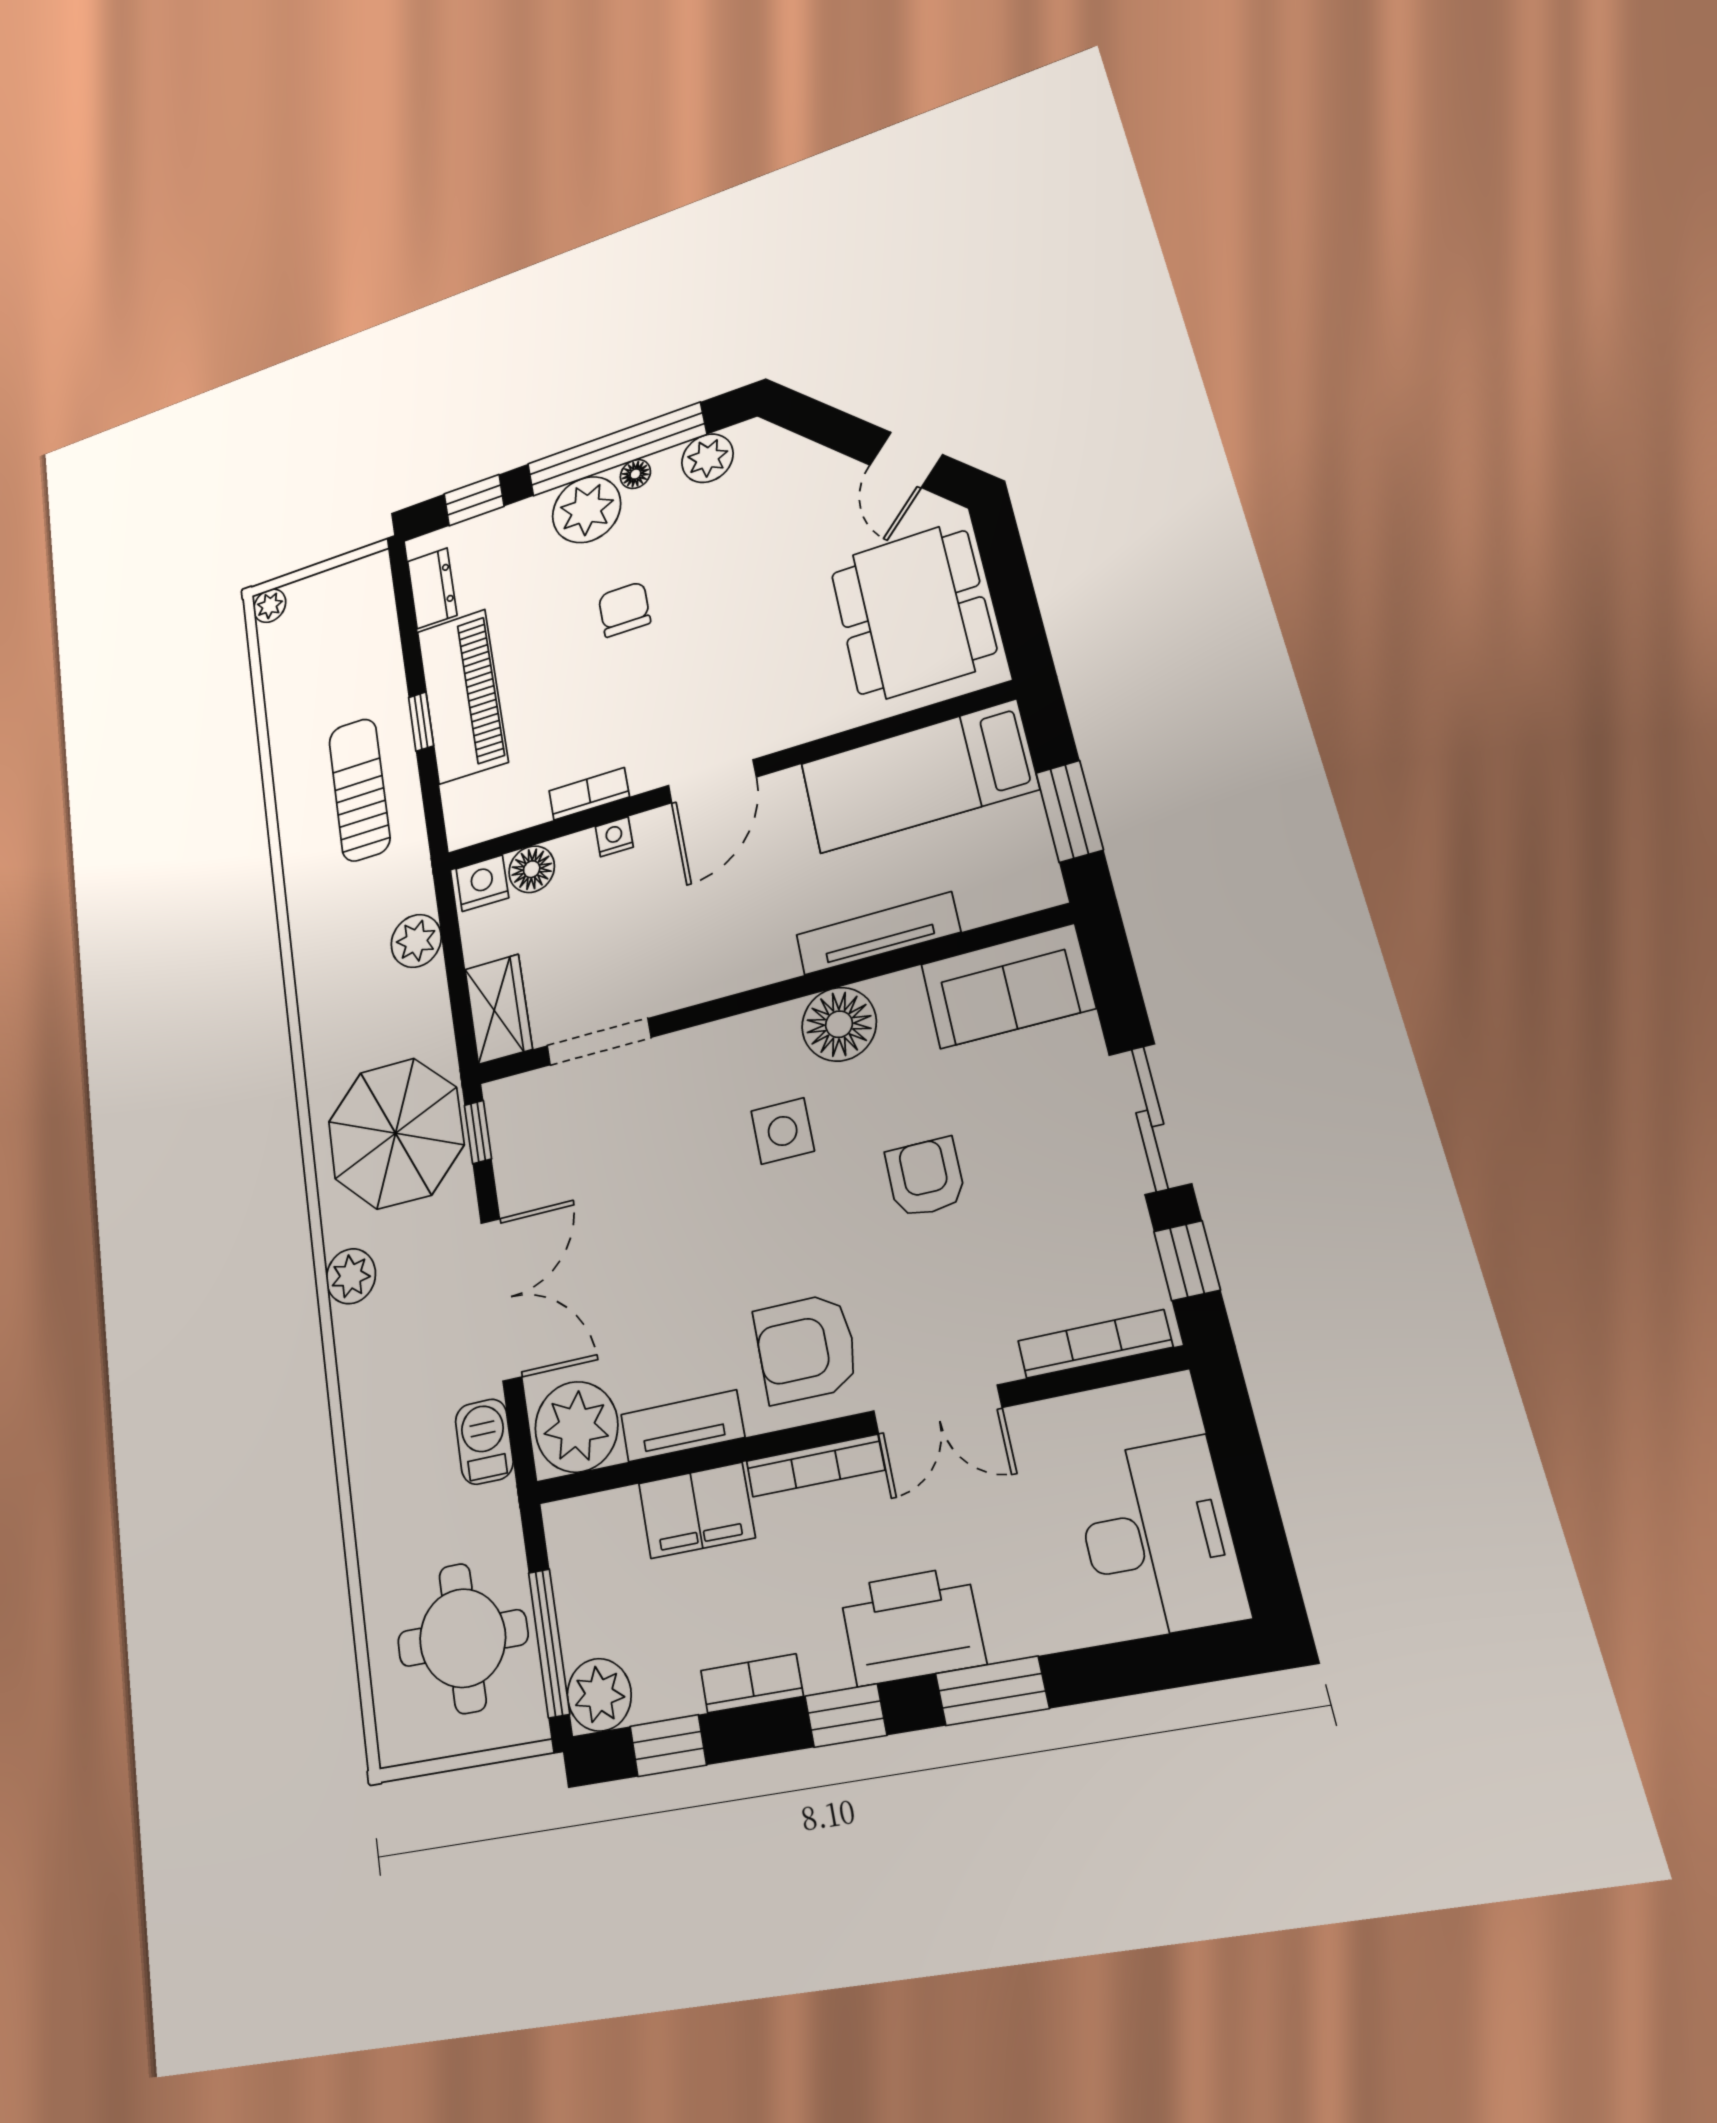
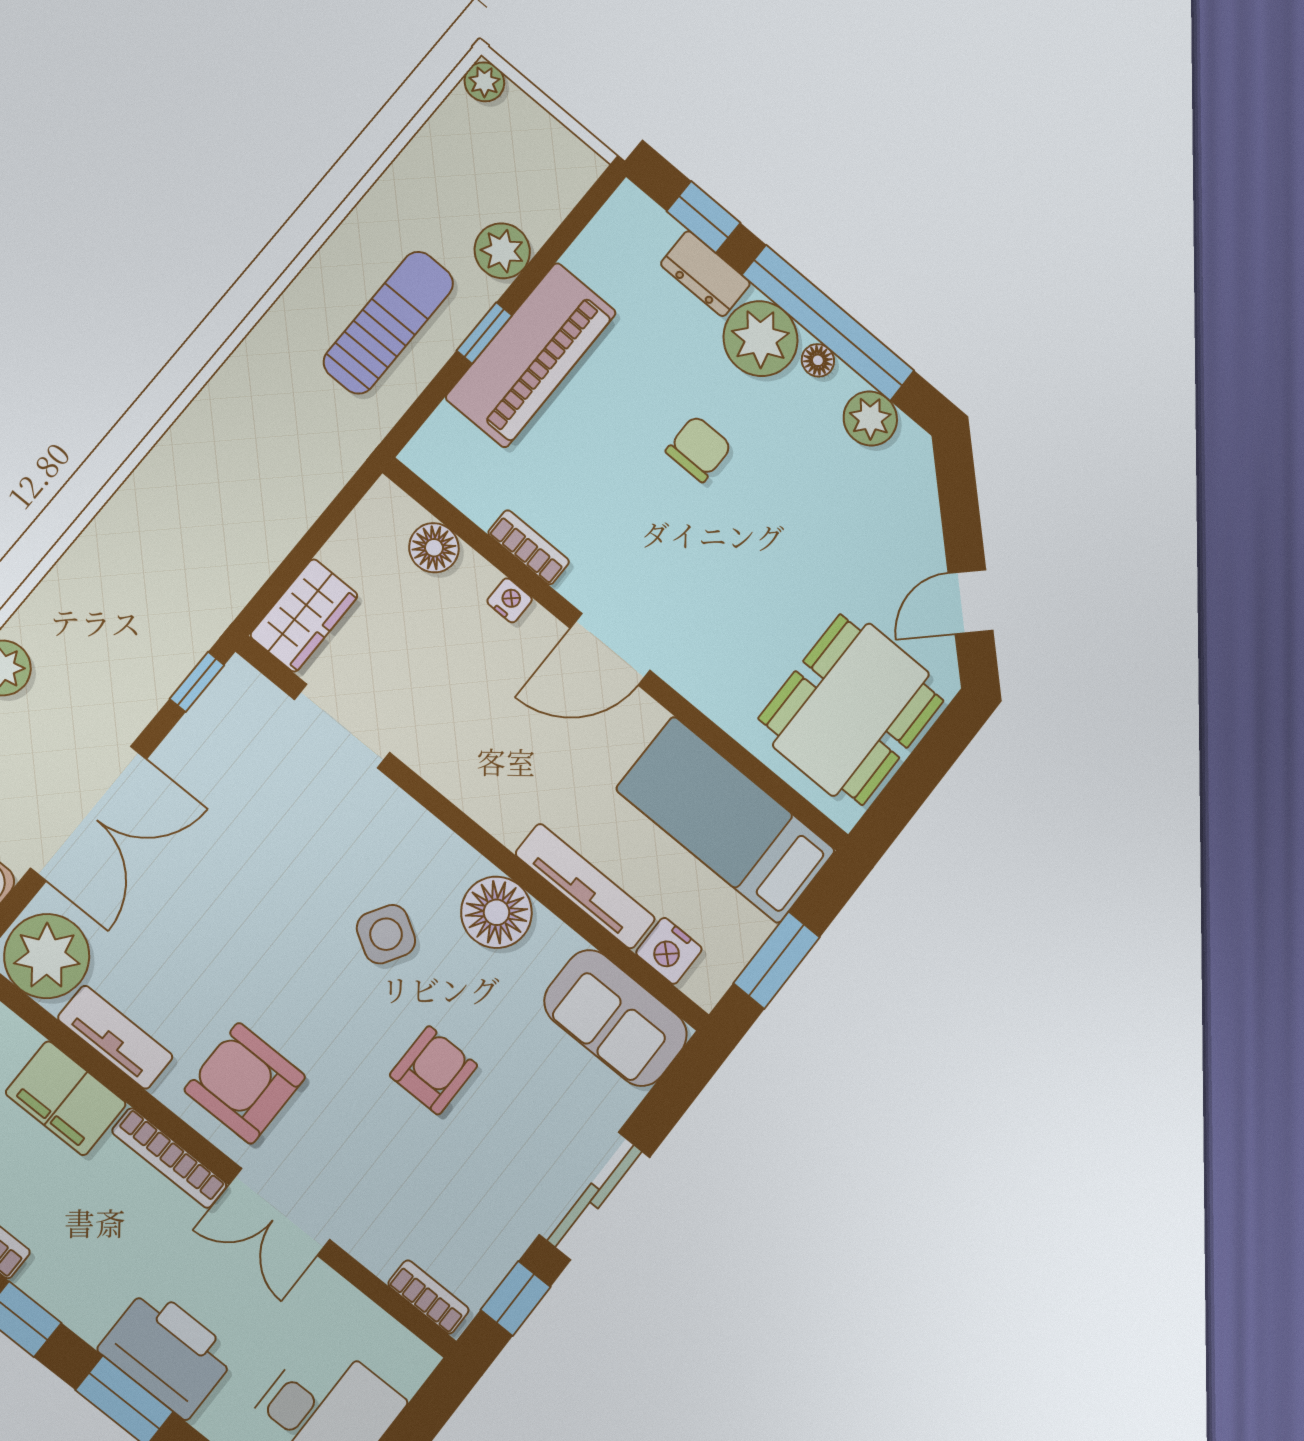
dresser: (432, 588) -> (705, 274), moved, turned 90
nightstand: (482, 883) -> (669, 951), moved, turned 180
plant: (416, 941) -> (502, 251), moved
side table: (783, 1131) -> (386, 934), turned 31
parasol: (396, 1133) -> (141, 609), removed
bookcase: (1095, 1344) -> (429, 1297), width x0.64
printer: (912, 1626) -> (168, 1352), moved

